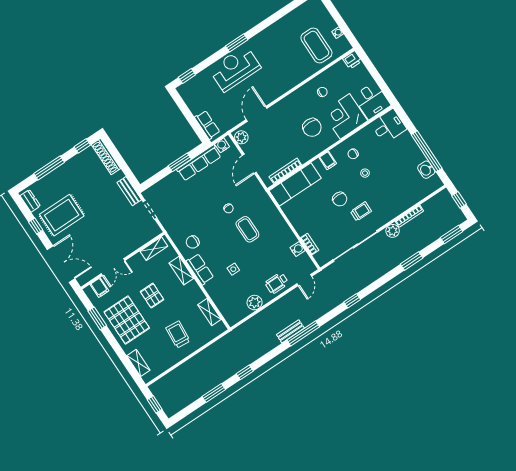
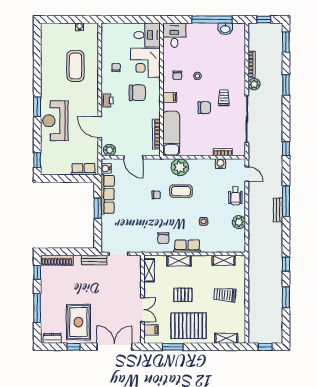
coffee table: (316, 45) -> (75, 66), moved, turned 90
printer: (352, 60) -> (107, 101), moved
plant: (269, 213) -> (180, 167), added

